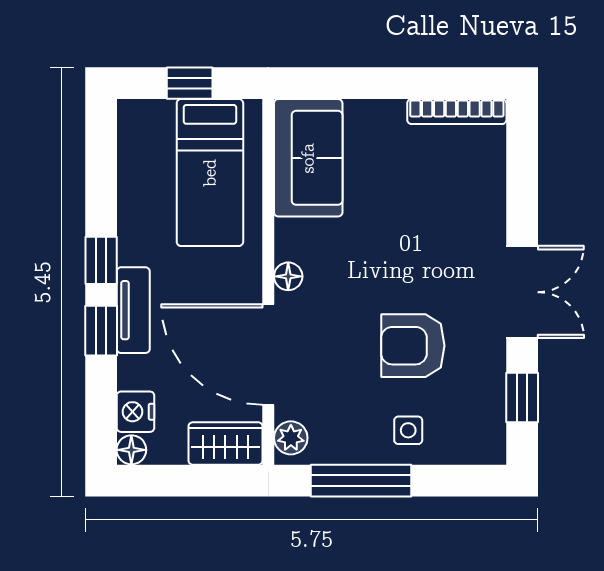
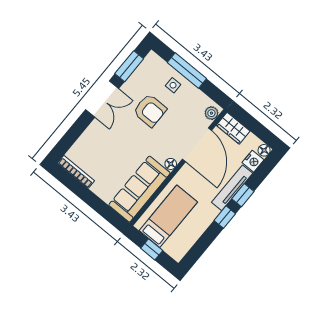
sofa: (308, 158) -> (139, 189), width x1.36
double door: (522, 292) -> (102, 99), swing flipped
tv unit: (133, 310) -> (232, 188), width x1.41
window: (522, 398) -> (129, 66), width x1.50
window: (361, 481) -> (187, 70), moved

